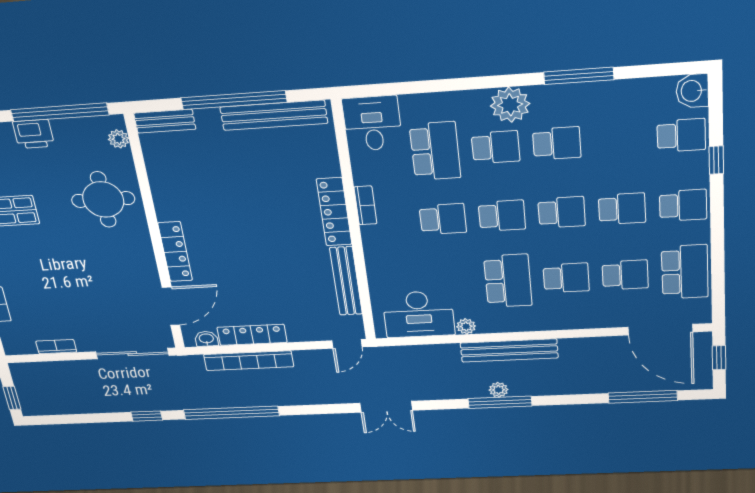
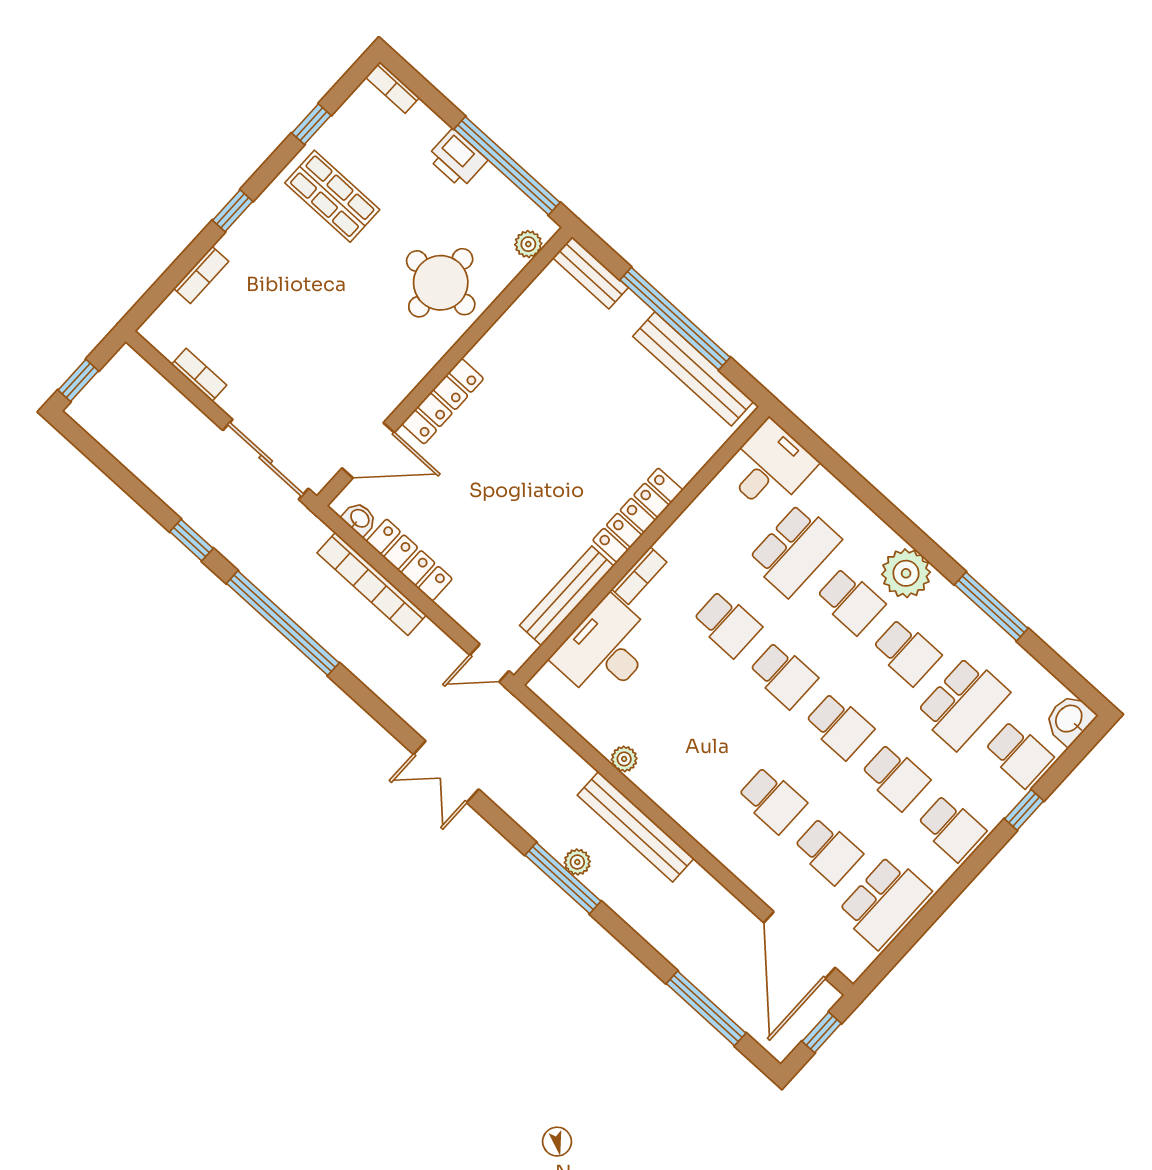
bookcase: (365, 205) -> (639, 576), moved
school desk: (508, 281) -> (963, 703), moved
desk: (418, 314) -> (605, 650), moved, turned 90

